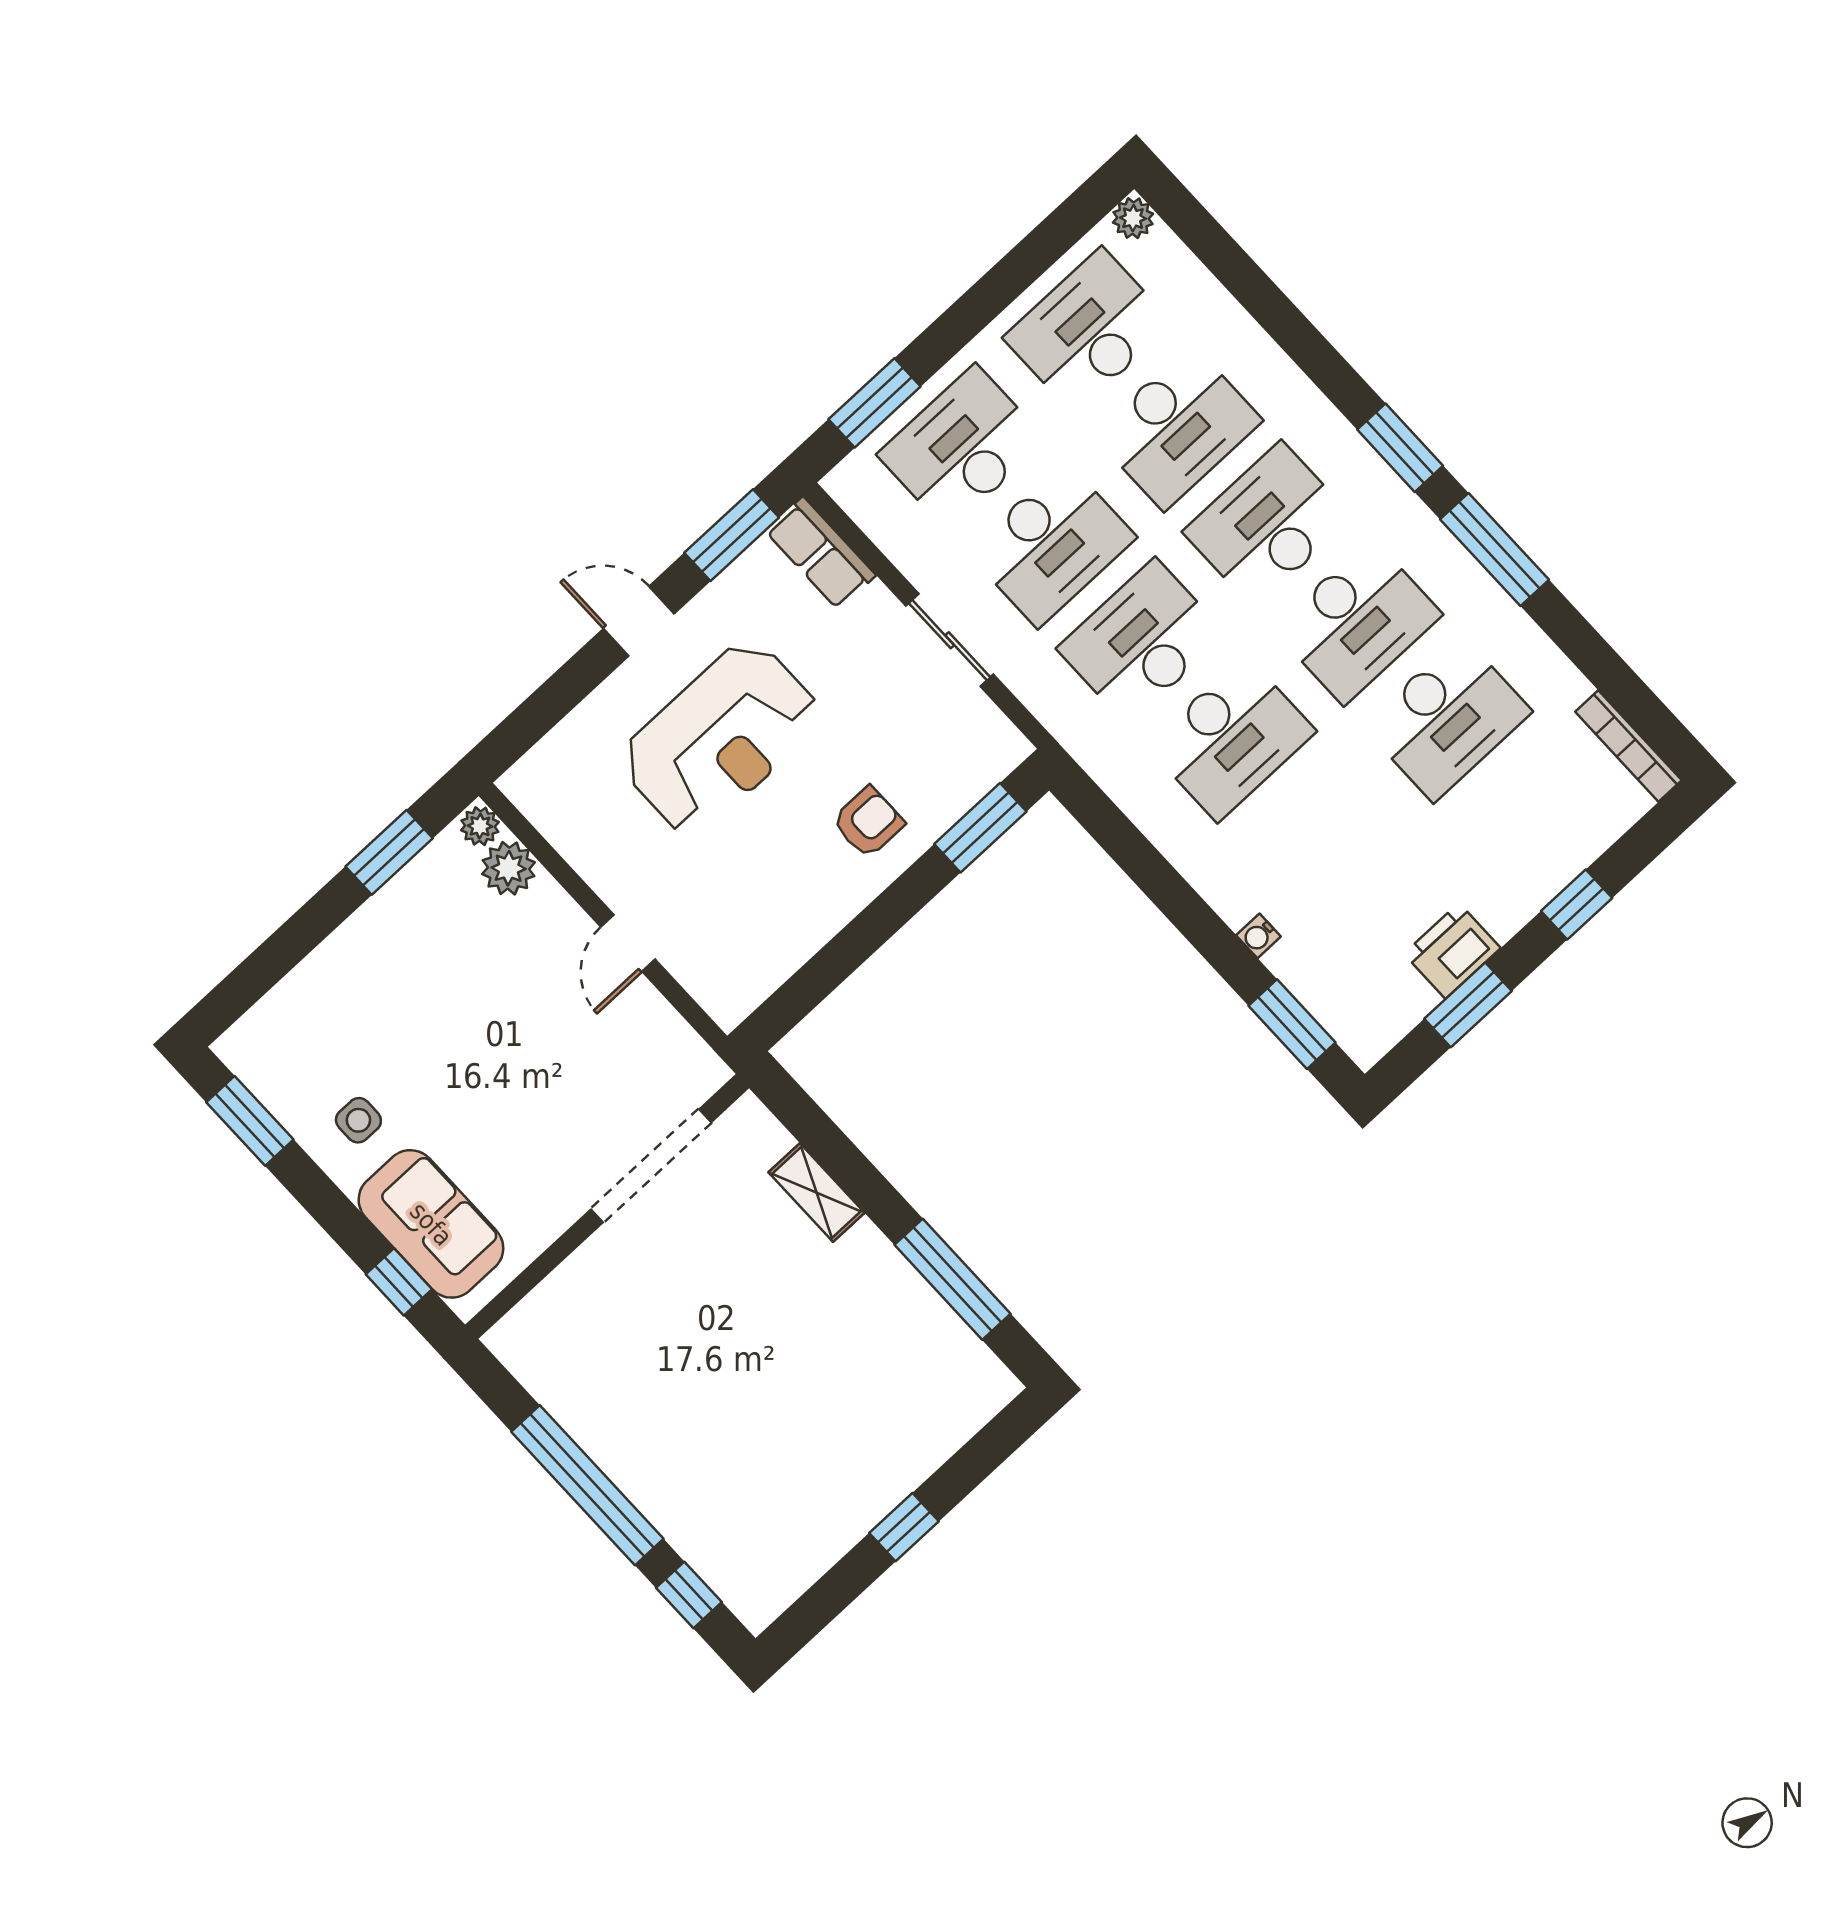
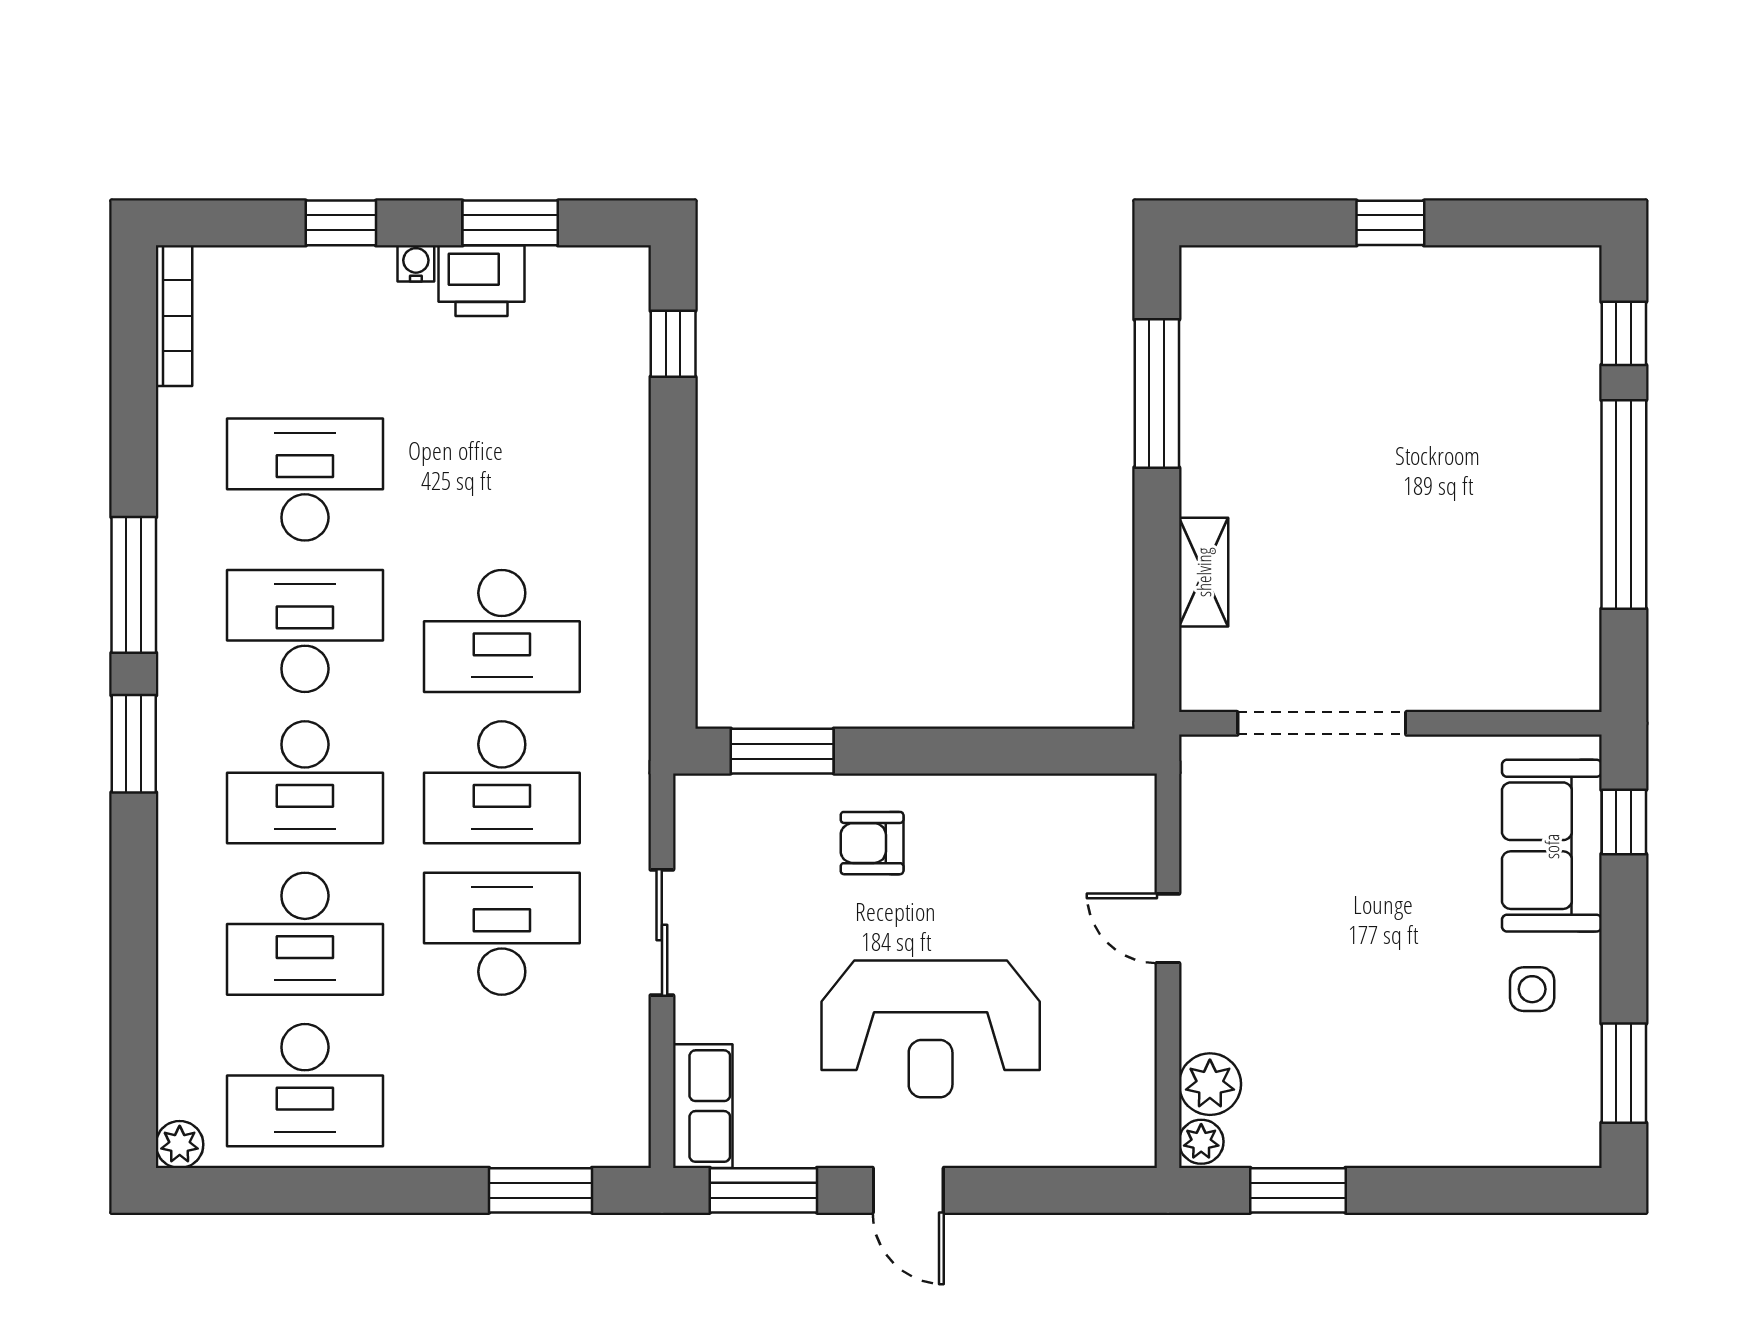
desk: (1178, 428) -> (305, 934), turned 180
desk: (962, 447) -> (502, 1085), removed
reception desk: (720, 738) -> (931, 1029), turned 180
desk: (1231, 738) -> (502, 631), turned 180
water cooler: (1258, 936) -> (416, 263), moved, turned -90
door: (628, 943) -> (1168, 928), swing flipped
window: (1292, 1024) -> (673, 344), width x0.67

